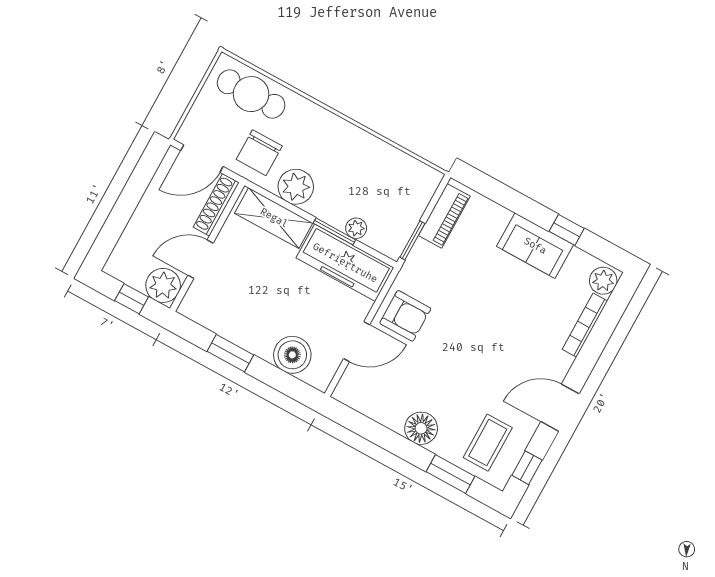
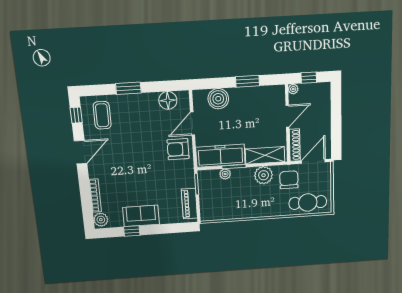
plant: (163, 285) -> (293, 89), width x0.53, depth x0.53
floor lamp: (421, 428) -> (168, 100), moved
window: (450, 474) -> (128, 88), moved

